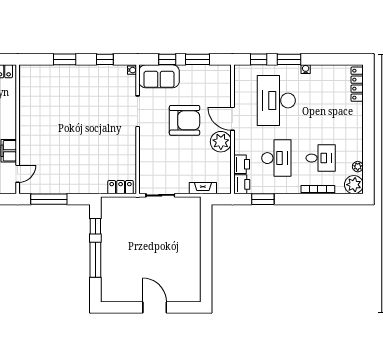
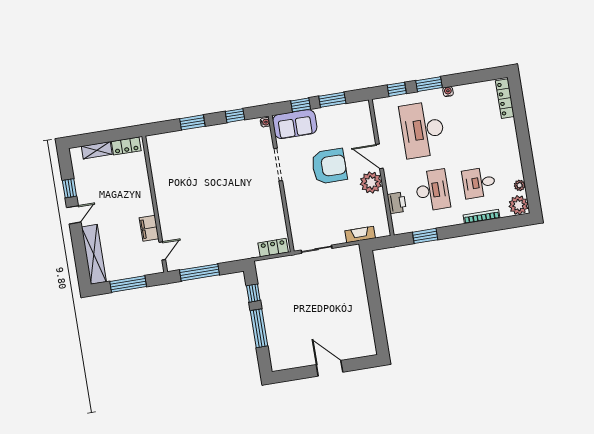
desk: (321, 158) -> (479, 183), turned 180
printer: (242, 184) -> (400, 224), removed

